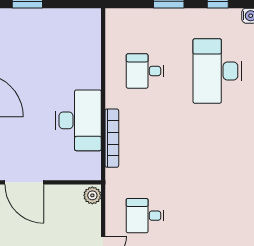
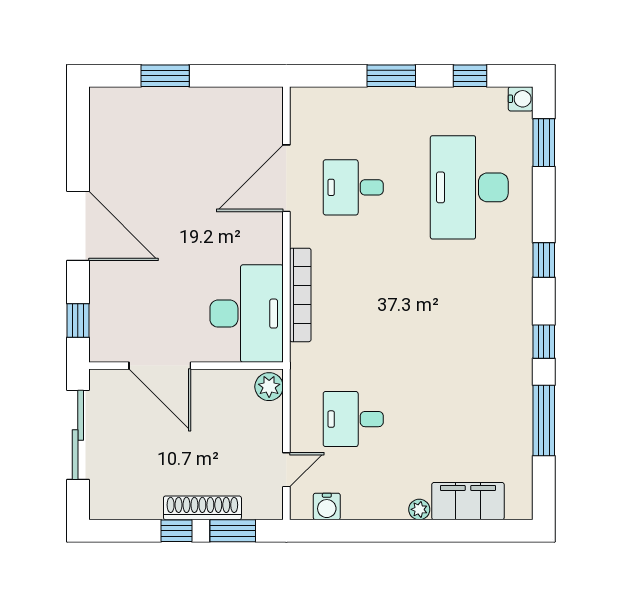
door: (103, 65) -> (286, 178), added
desk: (78, 120) -> (247, 314), moved

